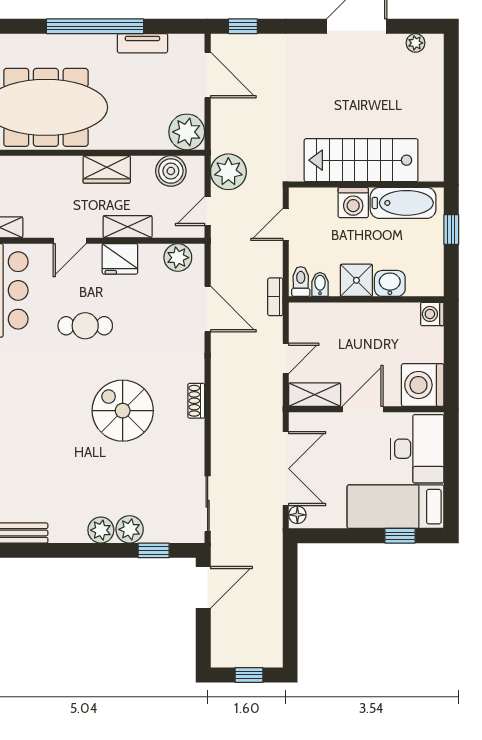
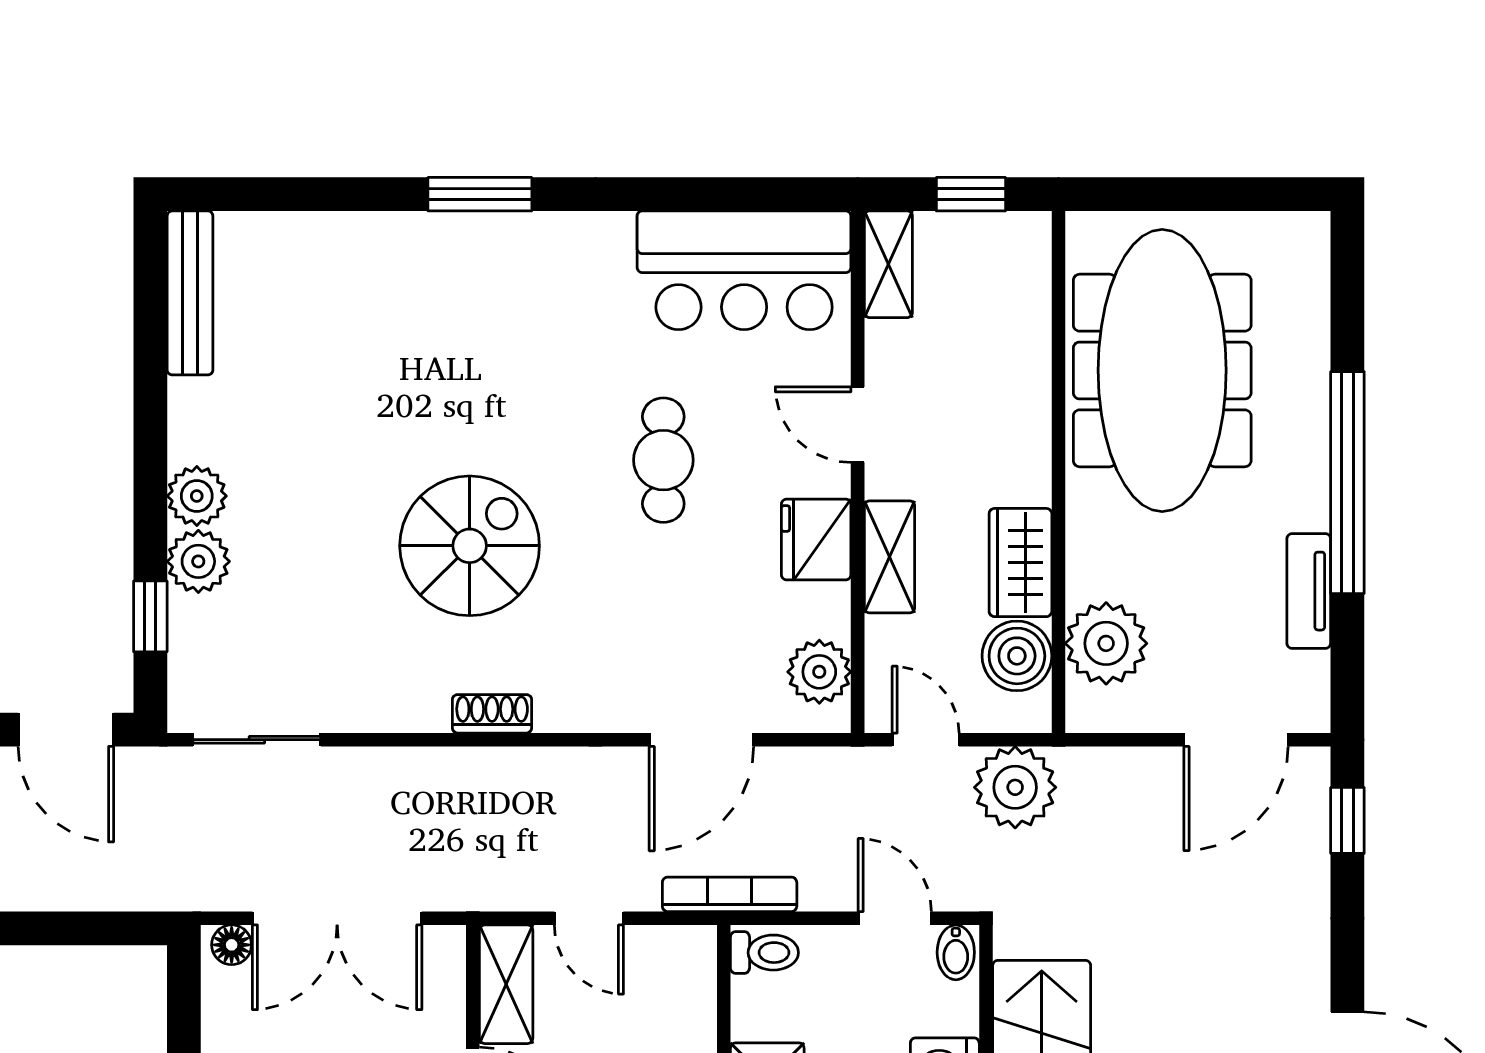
plant: (187, 132) -> (1106, 643), moved
wardrobe: (107, 169) -> (1020, 563), moved
bidet: (320, 284) -> (956, 952), moved, turned 90
bookcase: (275, 297) -> (730, 894), width x1.56

